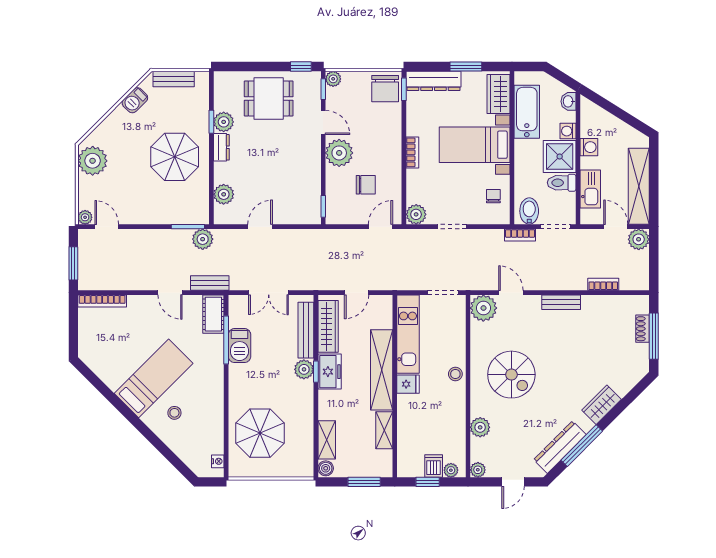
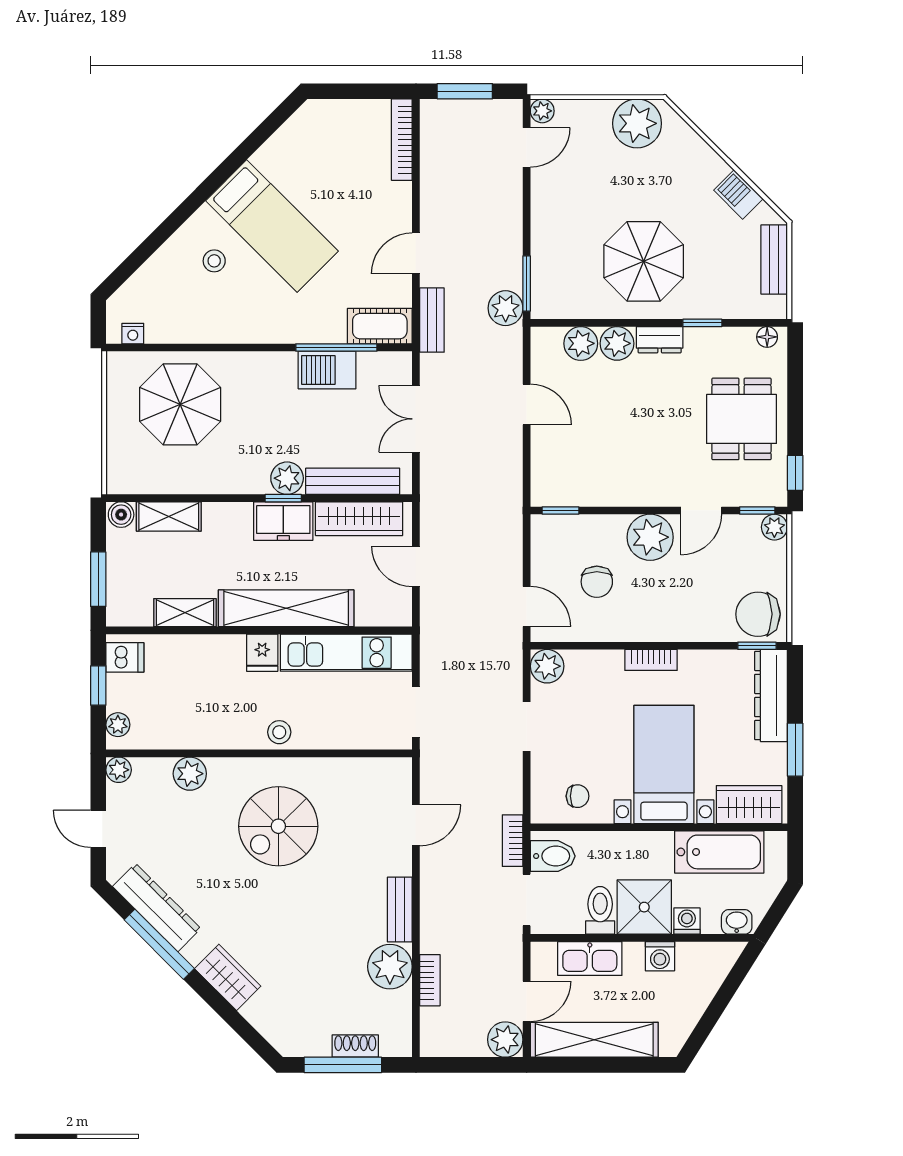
floor lamp: (220, 83) -> (767, 337), added
plant: (224, 122) -> (617, 343), moved
plant: (483, 308) -> (390, 967), moved
dishwasher: (434, 466) -> (125, 657), moved

